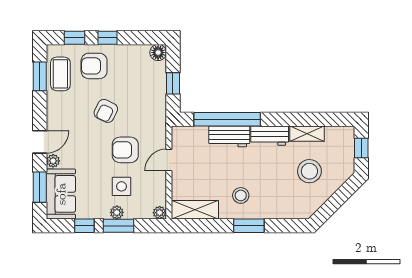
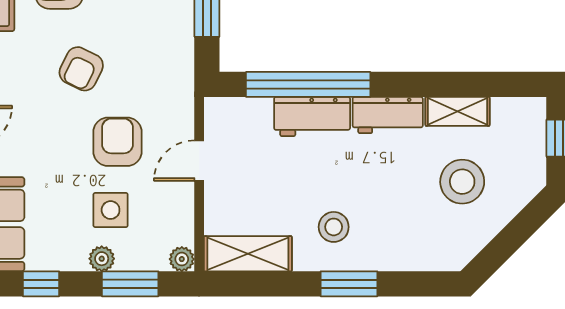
armchair: (125, 150) -> (117, 142), turned 90
window: (118, 226) -> (130, 284), moved

